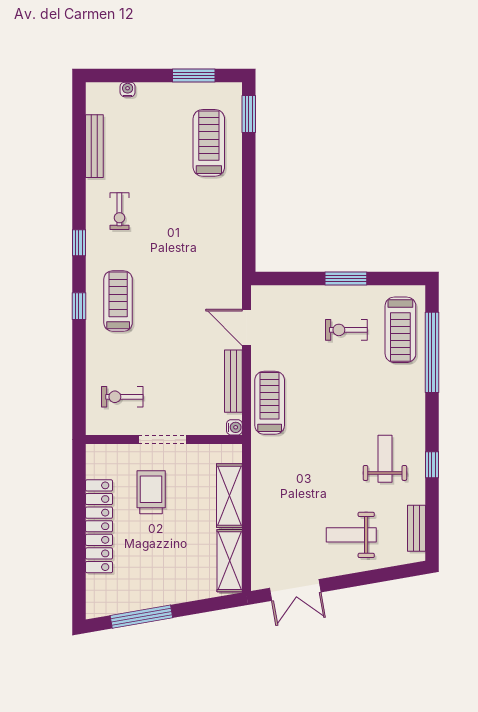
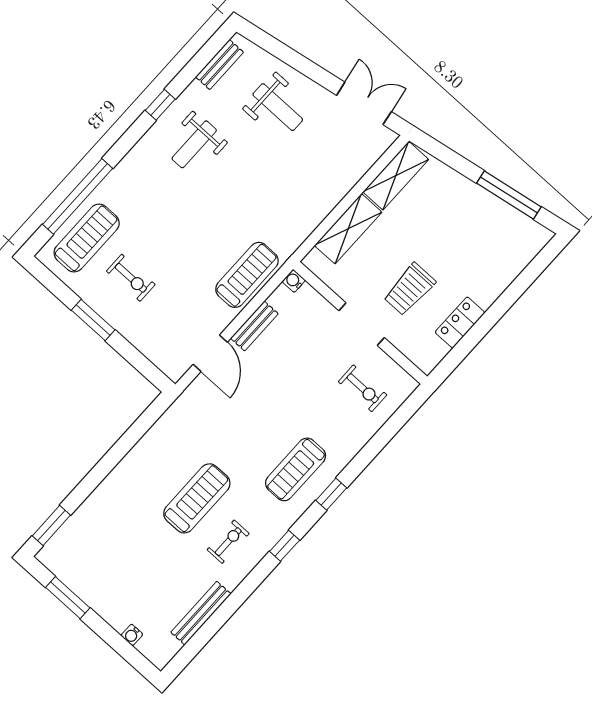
treadmill: (209, 143) -> (197, 498), moved, turned 180
bench: (233, 381) -> (254, 326), width x0.73
treadmill: (270, 403) -> (247, 275), turned 180
locker: (99, 526) -> (460, 322), width x0.46, depth x0.83

